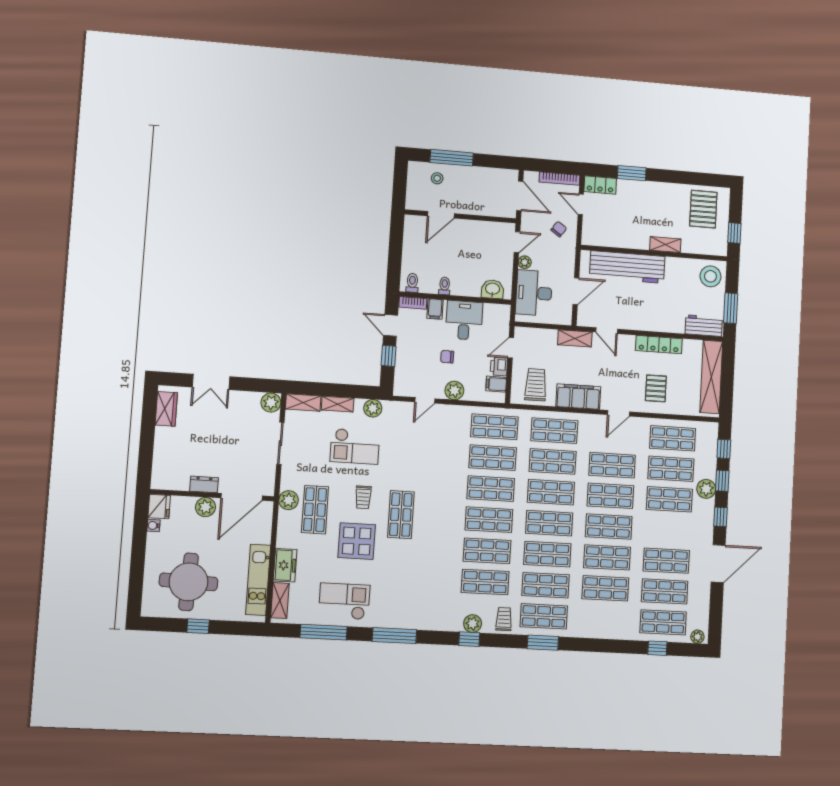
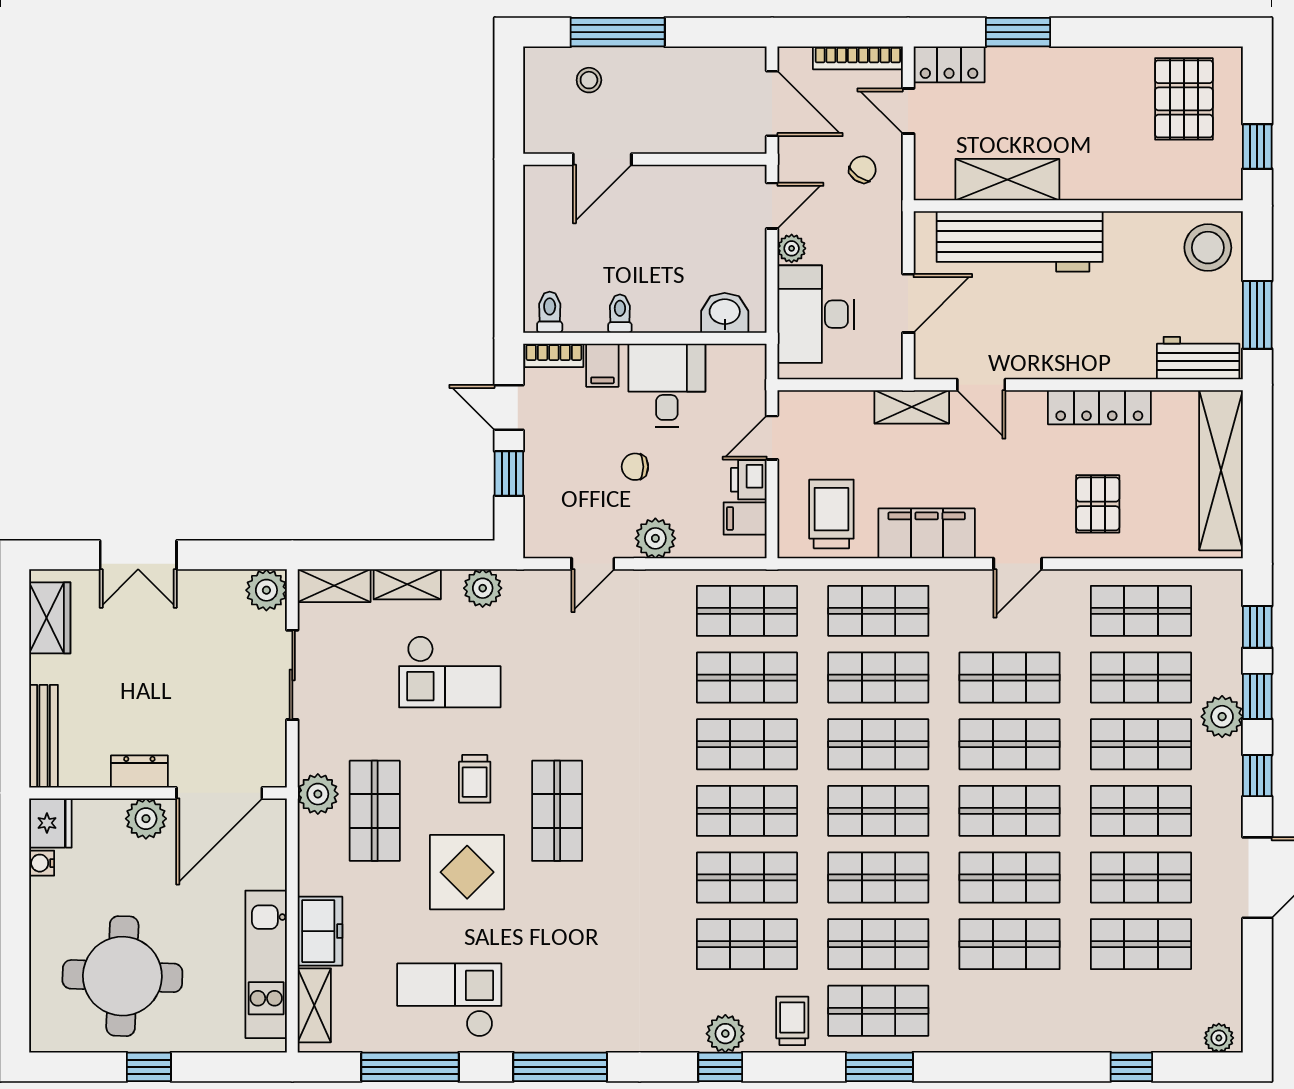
shelving: (665, 245) -> (1007, 180), moved, width x1.50, depth x1.33
bench: (159, 465) -> (44, 736), added
shop shelf: (663, 622) -> (1141, 811), moved

